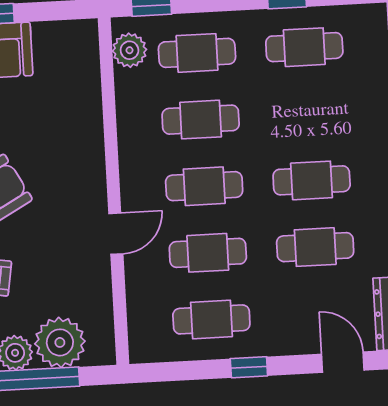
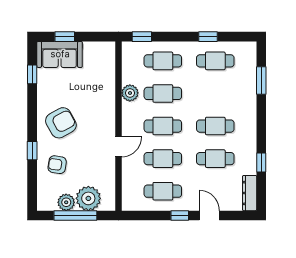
plant: (129, 50) -> (130, 93), moved
door: (343, 362) -> (209, 215), moved

